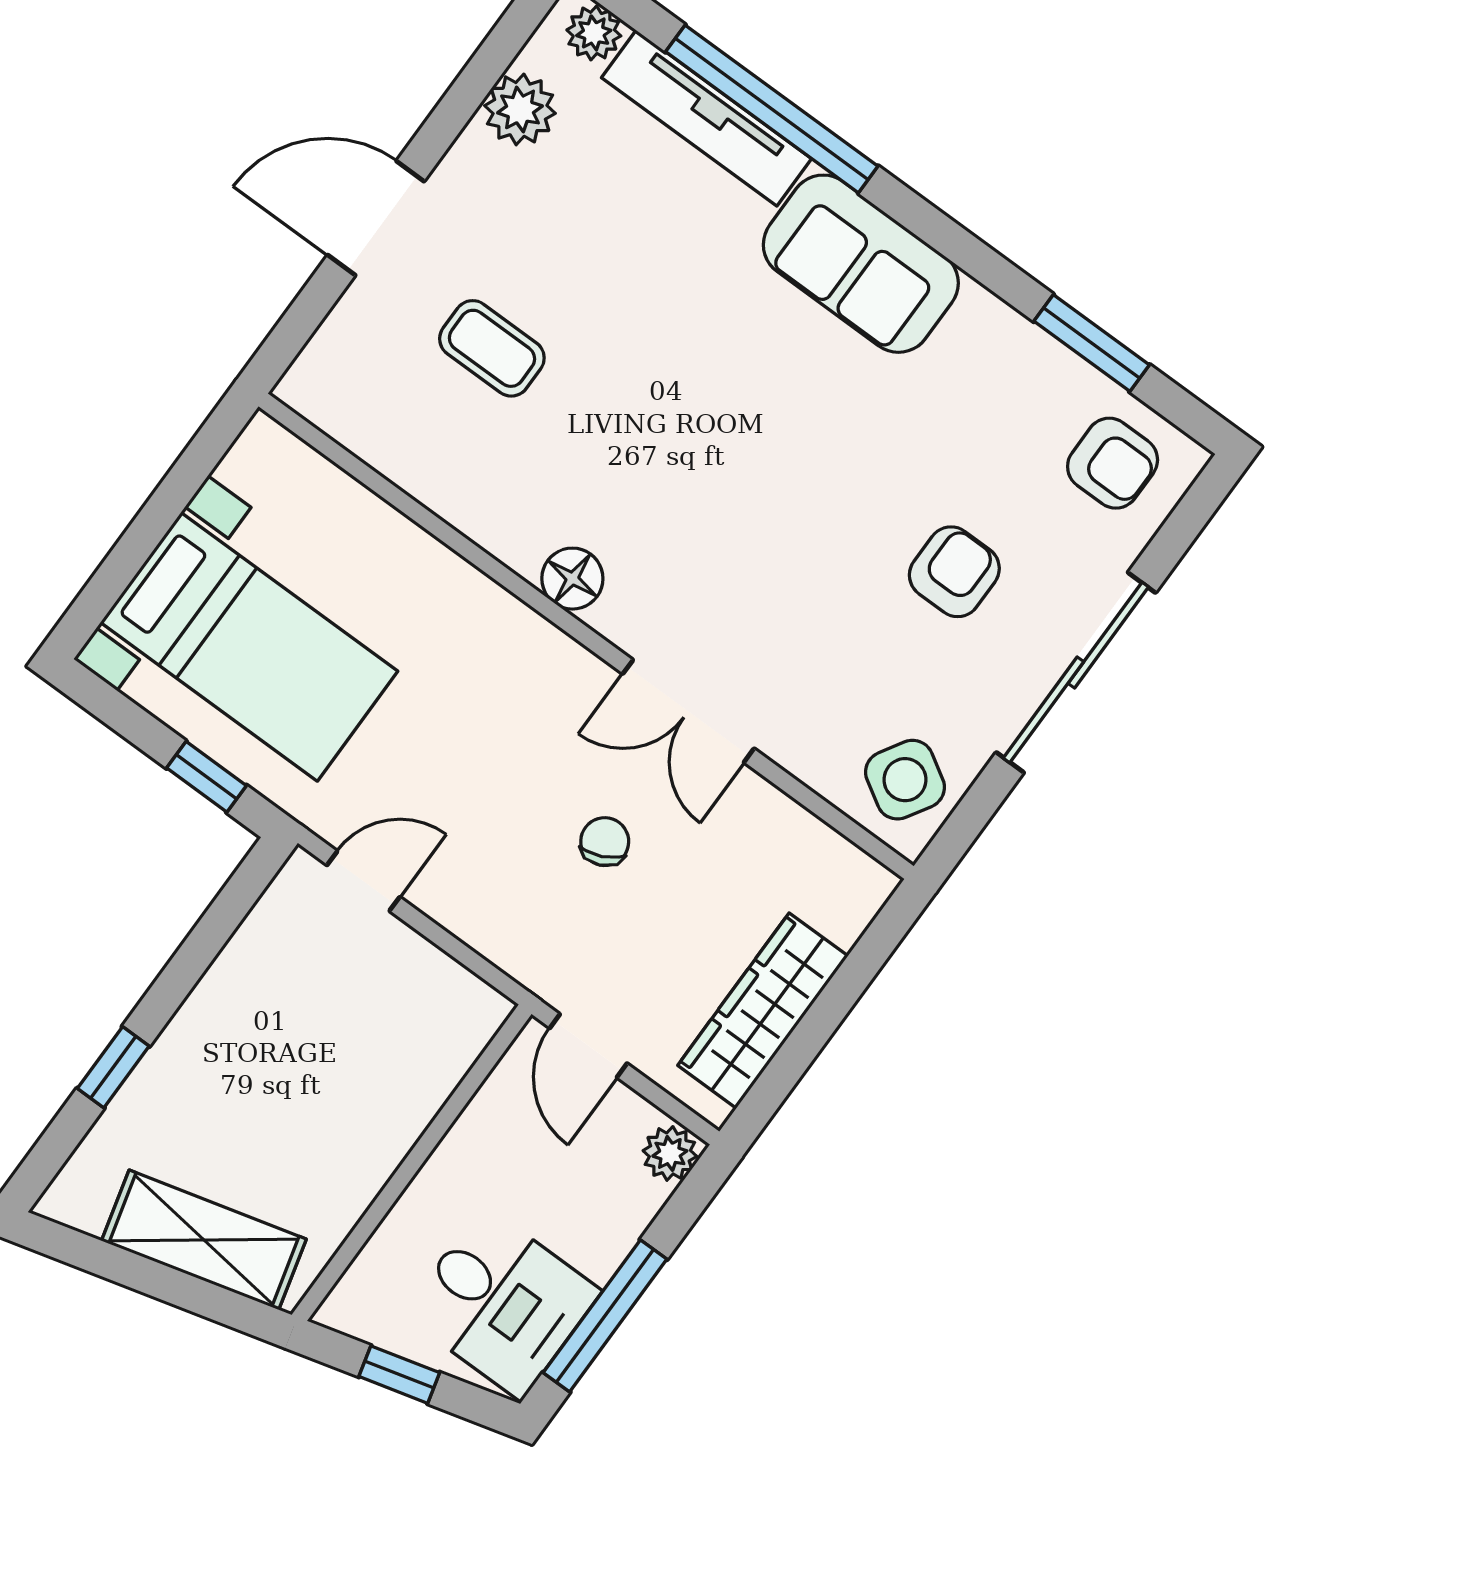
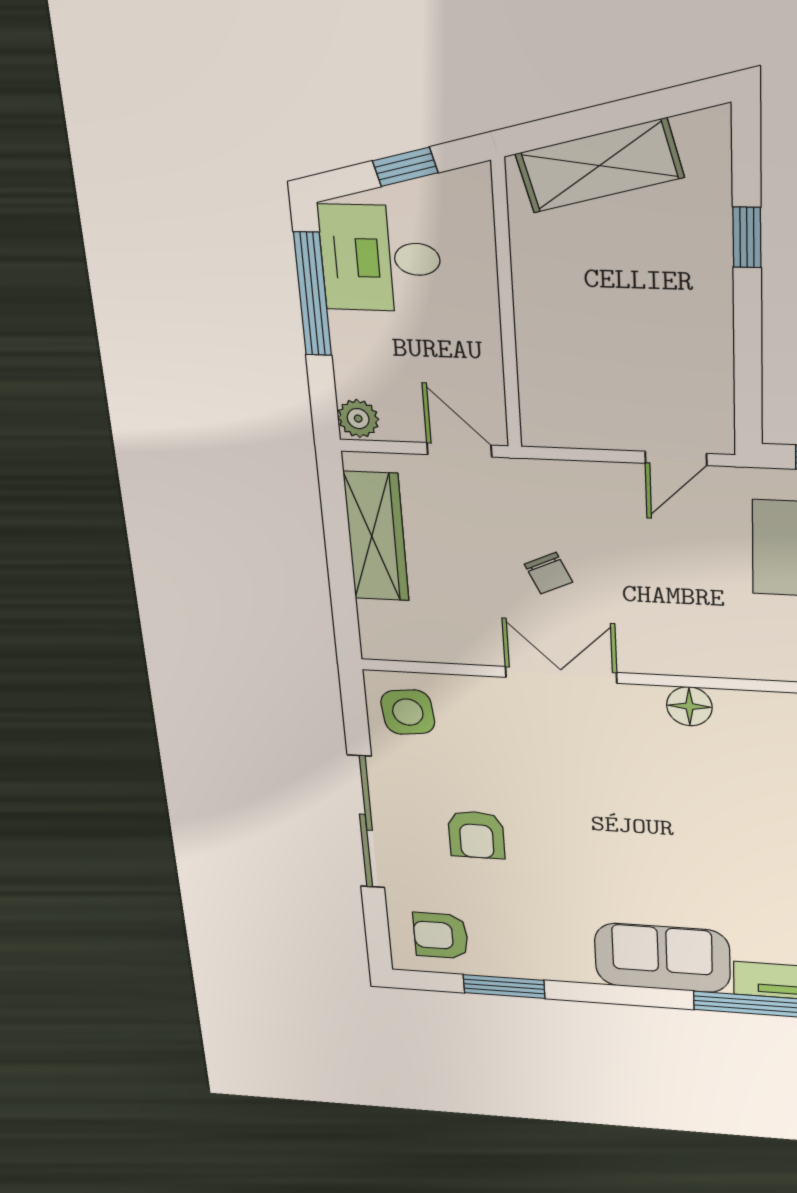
side table: (905, 780) -> (408, 712), turned -37

